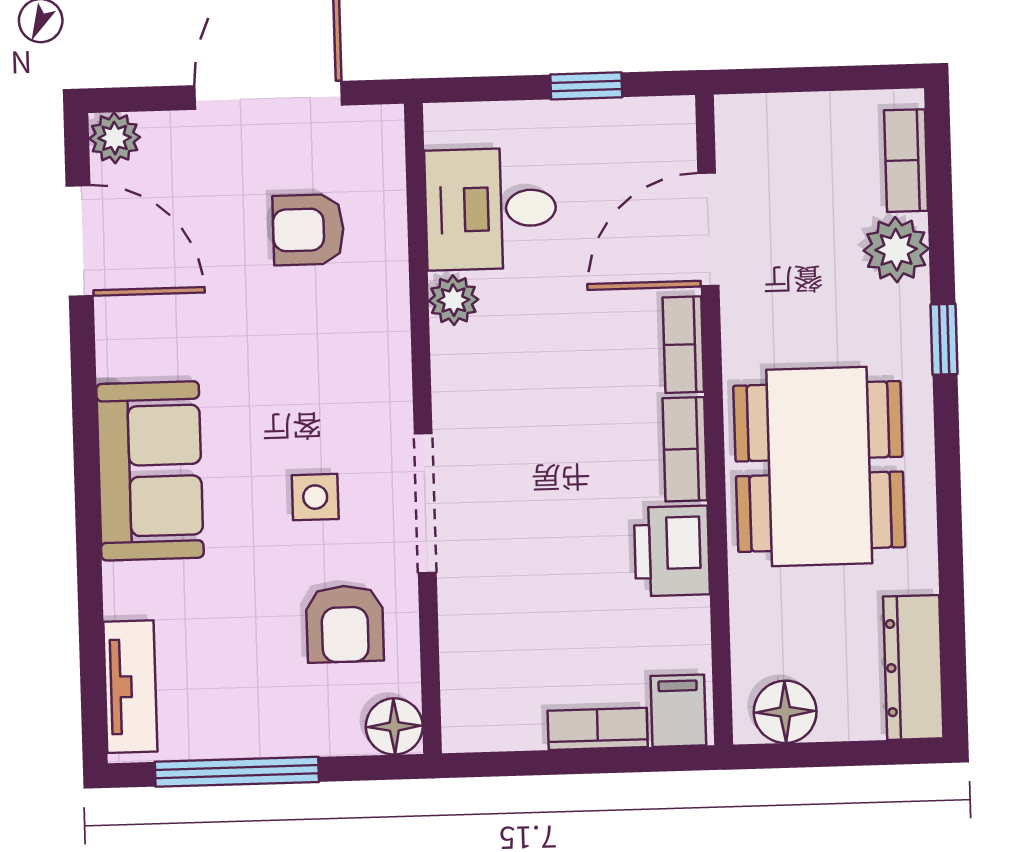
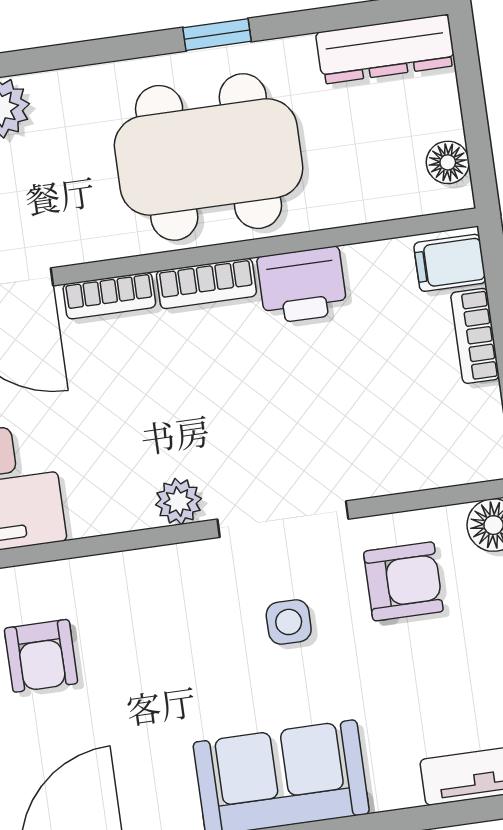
plant: (453, 300) -> (178, 502), moved
window: (944, 339) -> (217, 35), moved
floor lamp: (785, 712) -> (448, 162), width x0.73, depth x0.73

